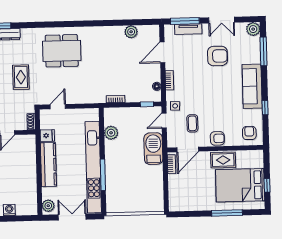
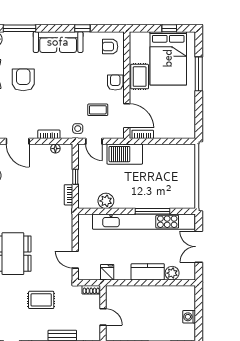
window: (147, 104) -> (75, 177), moved
kitchen counter: (48, 164) -> (148, 272), width x0.67
plant: (48, 206) -> (172, 273), moved

